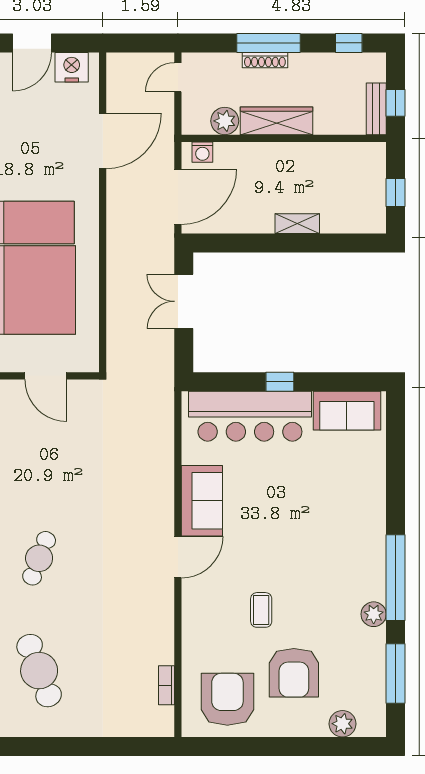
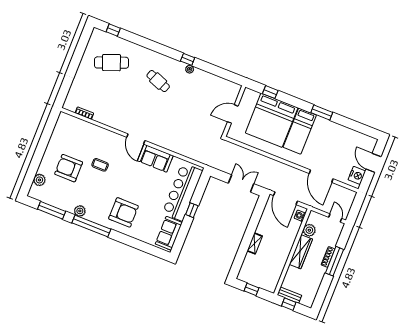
window: (349, 43) -> (321, 295), removed
armchair: (227, 699) -> (124, 212), moved

